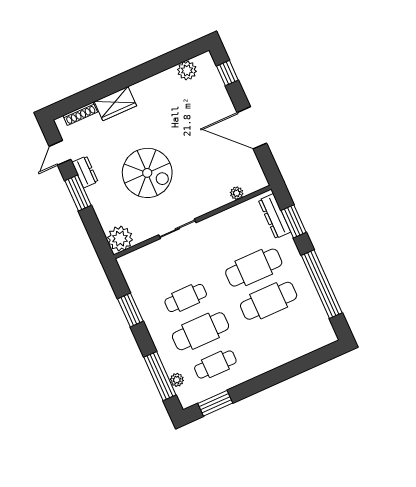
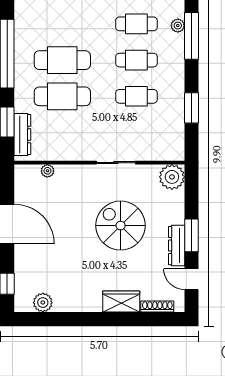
door: (60, 153) -> (192, 279), swing flipped
dresser: (85, 172) -> (177, 246), width x1.44
cafe table: (201, 331) -> (136, 60), width x0.73, depth x0.74

